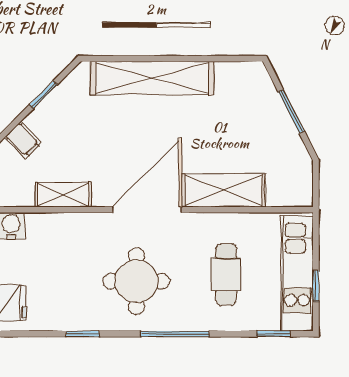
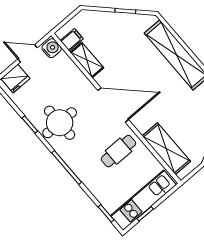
filing cabinet: (23, 140) -> (72, 40), moved, turned -135
shelving: (223, 190) -> (166, 149), moved
cafe table: (226, 274) -> (118, 151), moved
round table: (136, 281) -> (60, 123), moved

